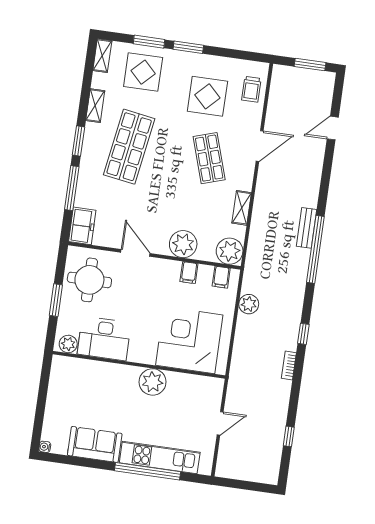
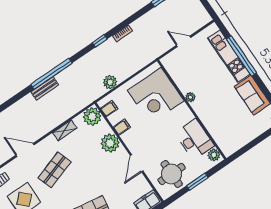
plant: (152, 382) -> (190, 97), width x0.53, depth x0.53

